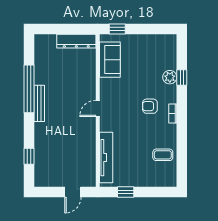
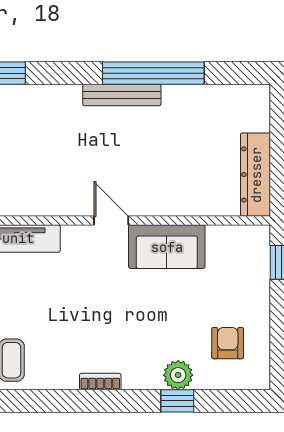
sofa: (110, 60) -> (167, 247), moved
armchair: (150, 106) -> (228, 343), moved

